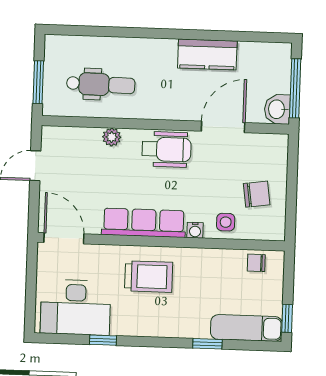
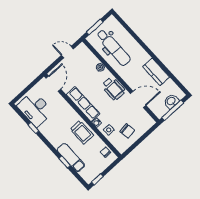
dental chair: (101, 84) -> (113, 48), width x1.36, depth x1.38
washbasin: (277, 109) -> (171, 101), moved
trolley: (149, 277) -> (82, 132), moved
exam couch: (246, 328) -> (71, 158), moved

